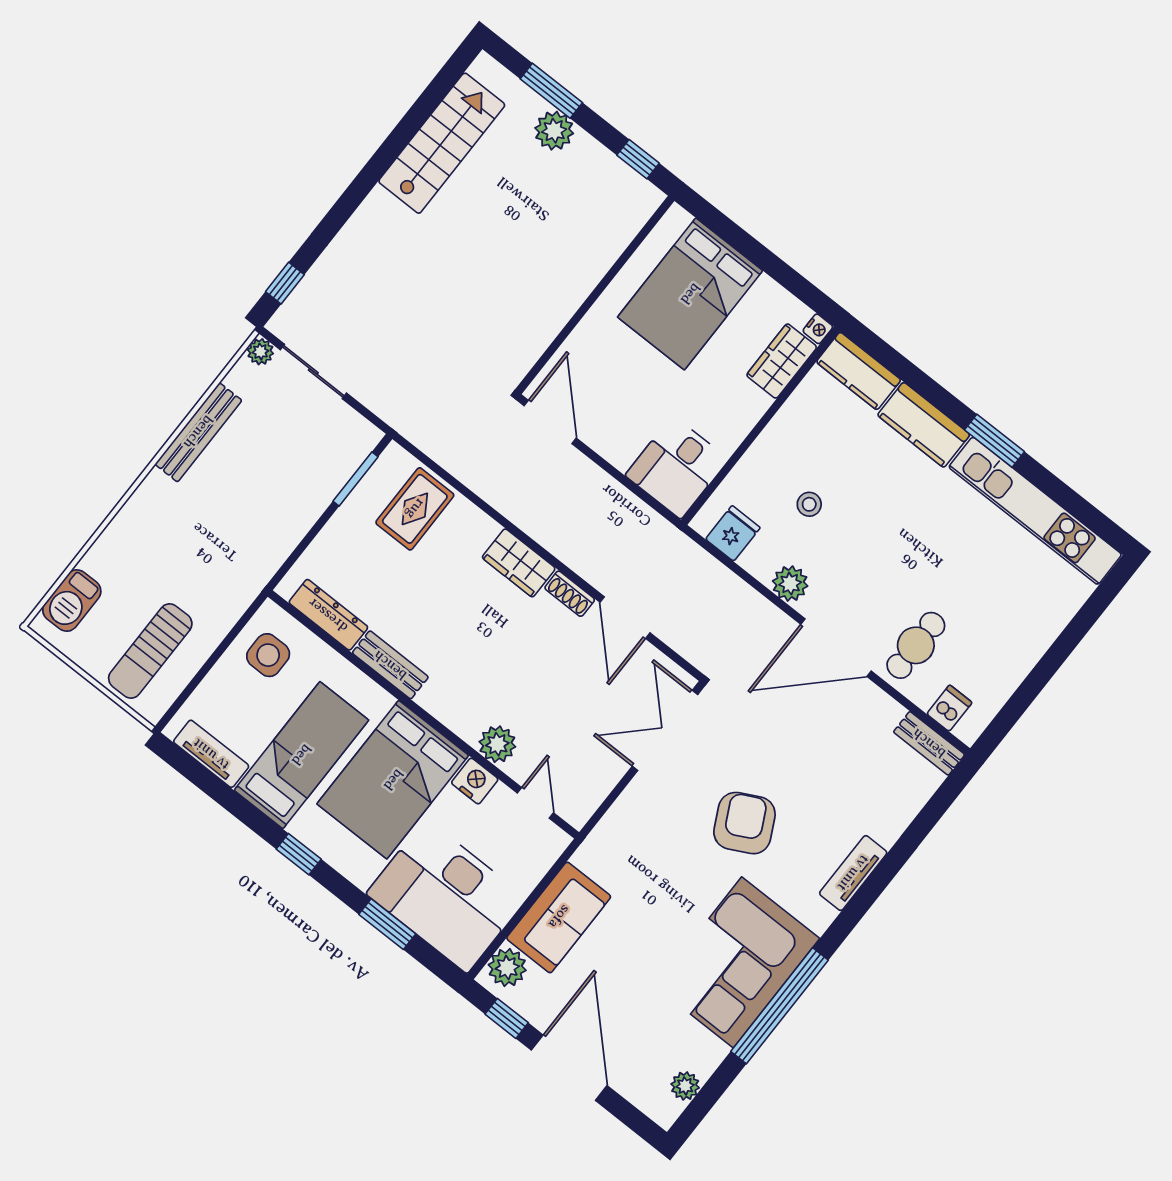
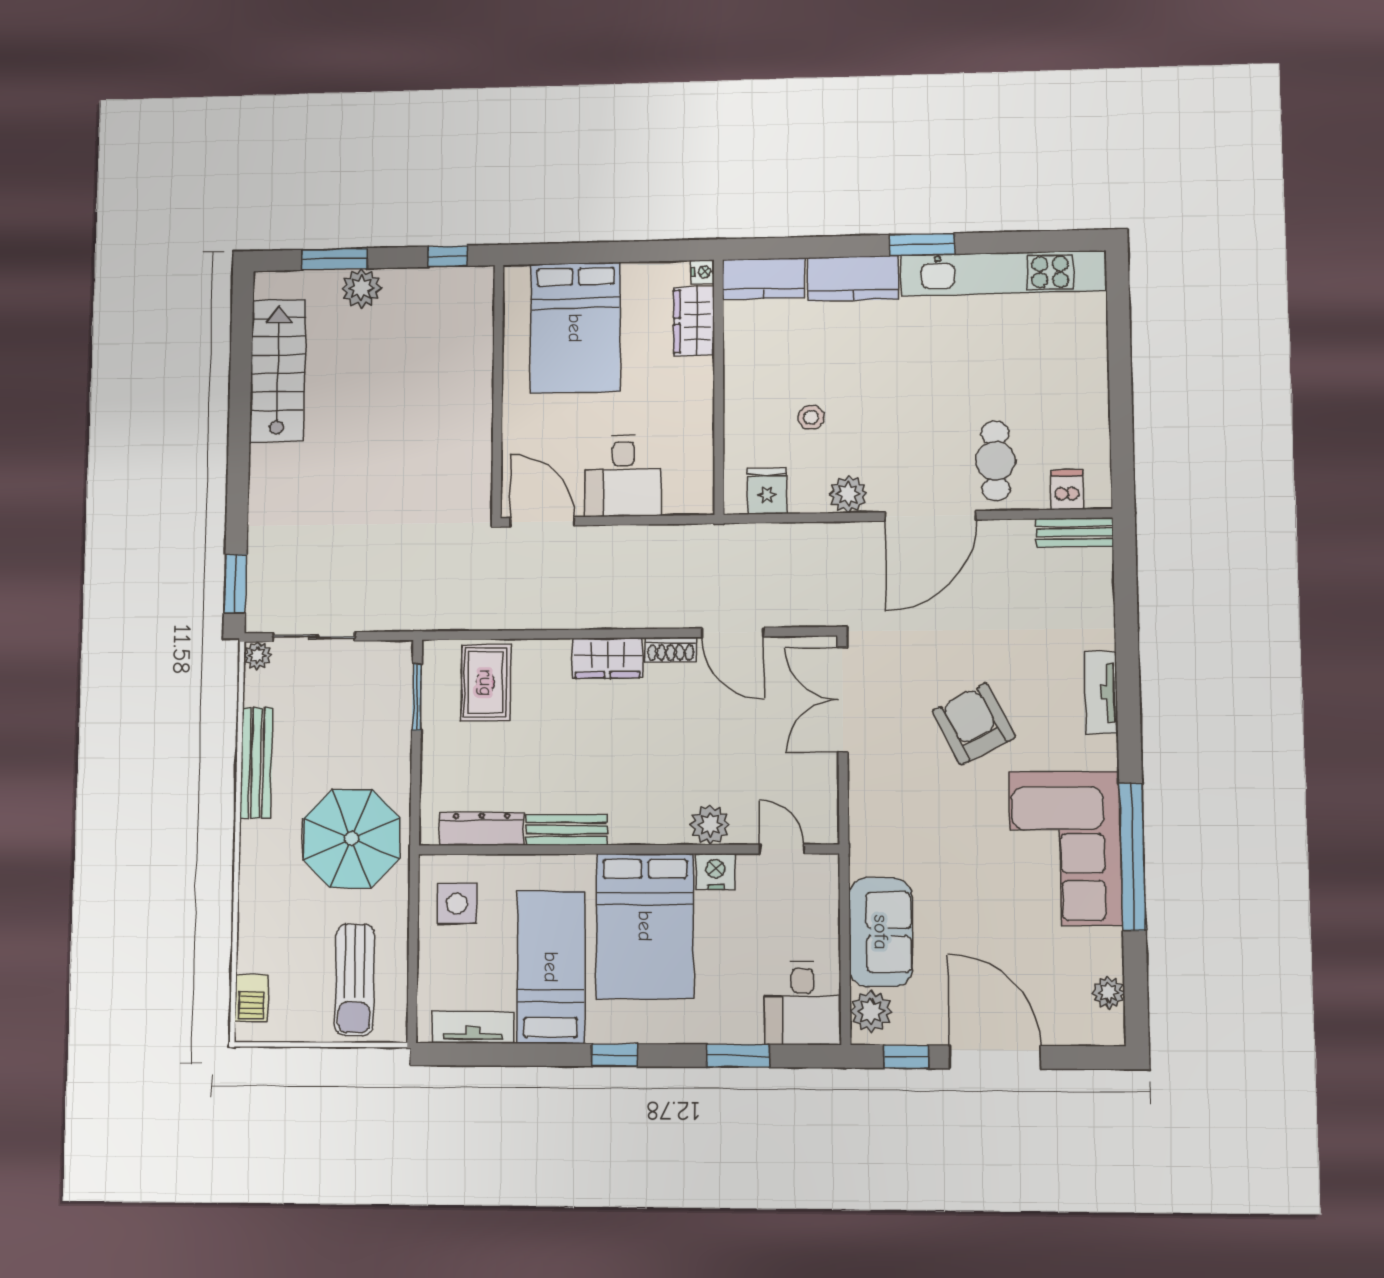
window: (285, 283) -> (235, 584), width x1.50
desk: (677, 467) -> (623, 476), moved
parasol: (227, 545) -> (351, 839), added
barbecue: (72, 601) -> (251, 998), width x0.73, depth x0.79
desk: (446, 896) -> (803, 1003), width x0.53, depth x0.77

